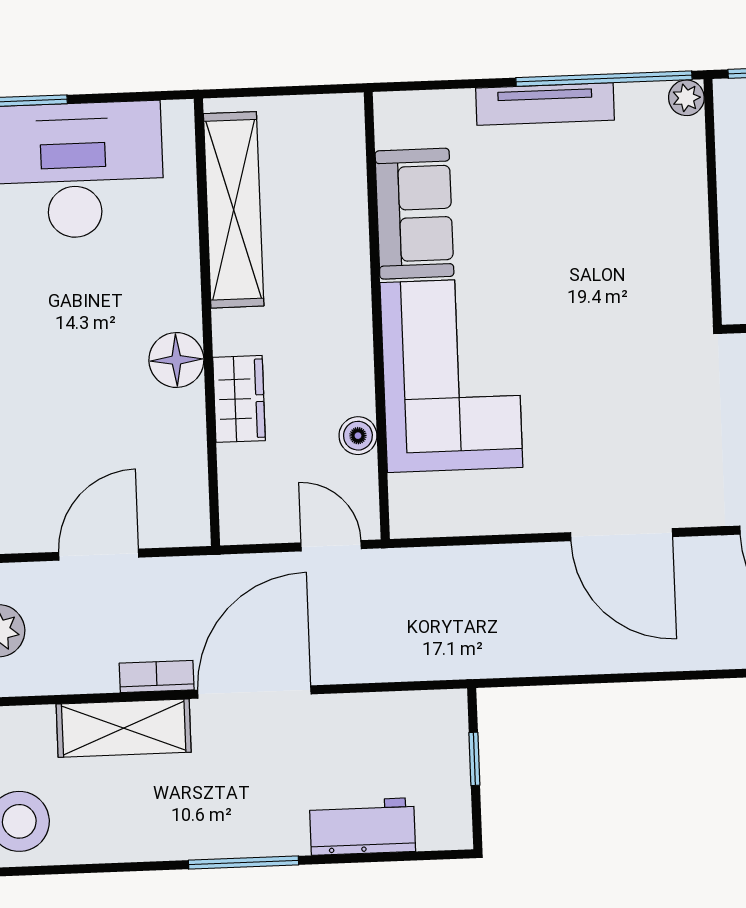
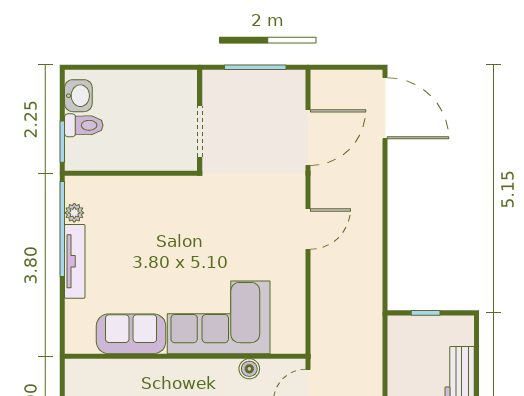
plant: (686, 98) -> (74, 213), moved
door: (622, 535) -> (308, 229), width x0.73

